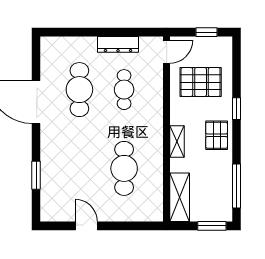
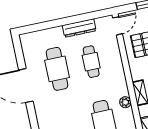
plant: (156, 149) -> (125, 102), added

